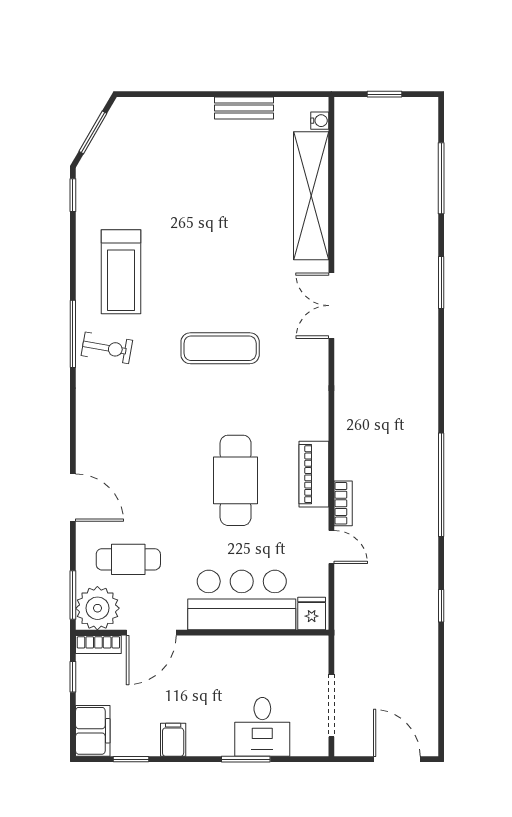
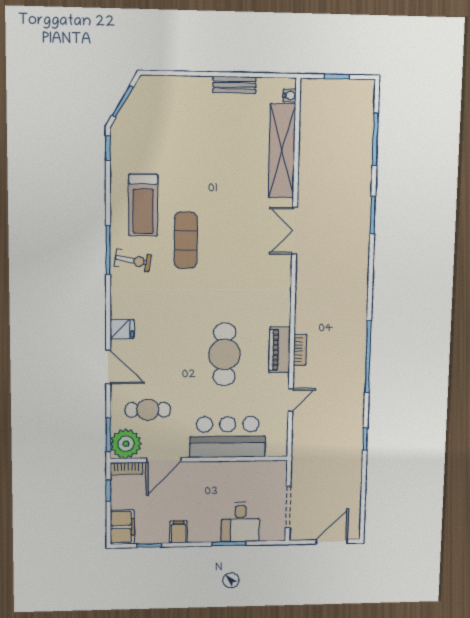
exercise mat: (220, 348) -> (186, 240), moved, turned 90
bookcase: (343, 503) -> (300, 350), moved
door: (331, 547) -> (291, 400), hinge flipped
fridge: (312, 614) -> (122, 329), moved, turned 90
door: (397, 759) -> (332, 542), hinge flipped

